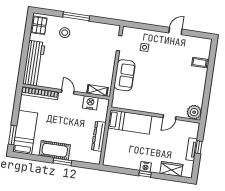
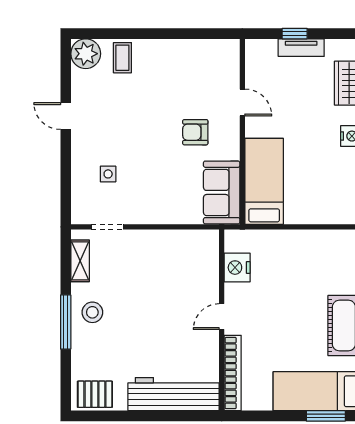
stool: (65, 33) -> (92, 312), moved
sofa: (125, 75) -> (222, 192), moved, turned -90
shelving: (97, 90) -> (80, 261), moved
armchair: (158, 92) -> (195, 132), added
plant: (194, 112) -> (86, 54), moved
dresser: (99, 136) -> (302, 240), removed

